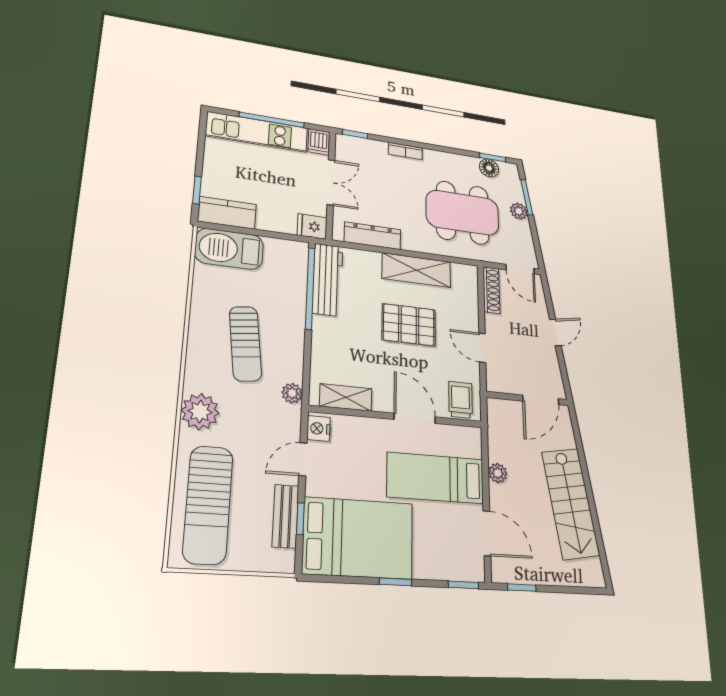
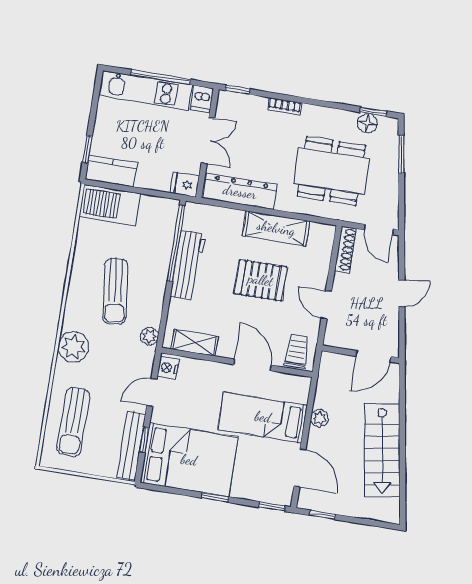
plant: (519, 211) -> (390, 169), removed
dresser: (373, 236) -> (240, 192), width x1.37, depth x1.24
workbench: (328, 280) -> (188, 265), moved
sun lounger: (208, 505) -> (73, 422), width x0.73, depth x0.75
bench: (285, 516) -> (131, 446), width x1.36

